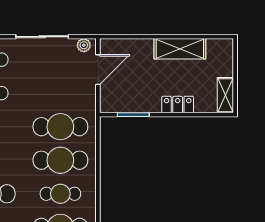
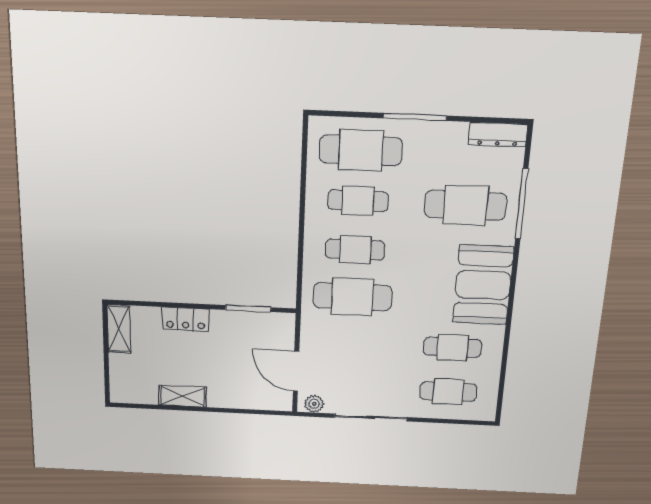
shelving: (180, 49) -> (183, 396), width x0.67, depth x0.75
door: (98, 70) -> (296, 371), hinge flipped
cafe table: (60, 160) -> (355, 250), width x0.73, depth x0.74

